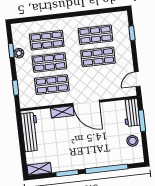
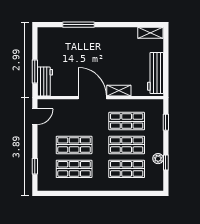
stool: (133, 141) -> (47, 51), removed
window: (107, 169) -> (78, 25), width x0.68
window: (67, 173) -> (121, 25), removed

